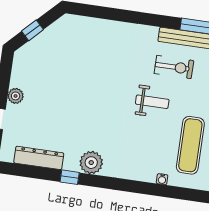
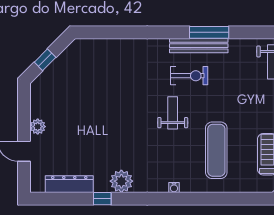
weight bench: (152, 102) -> (173, 113), turned -90
water cooler: (162, 179) -> (174, 188), moved

